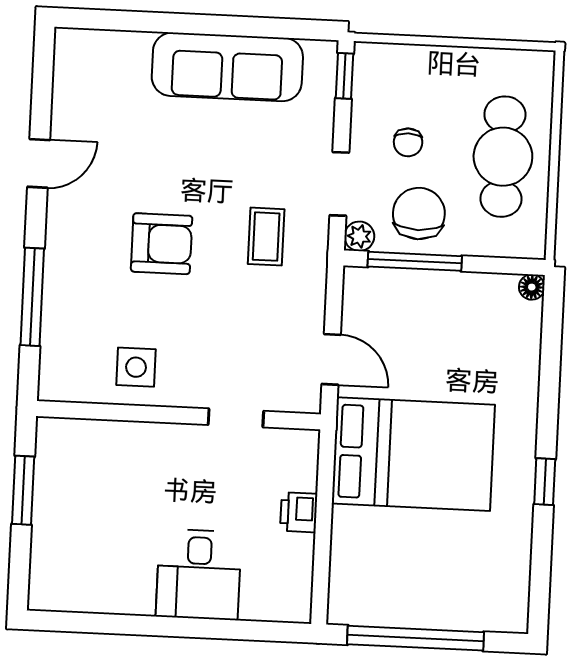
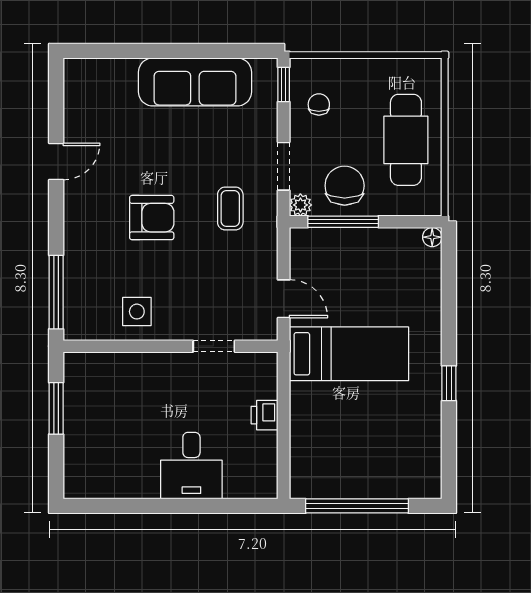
chair: (408, 142) -> (319, 104), moved, turned 180
window: (32, 297) -> (56, 292), moved
bed: (413, 454) -> (349, 354), width x0.67

